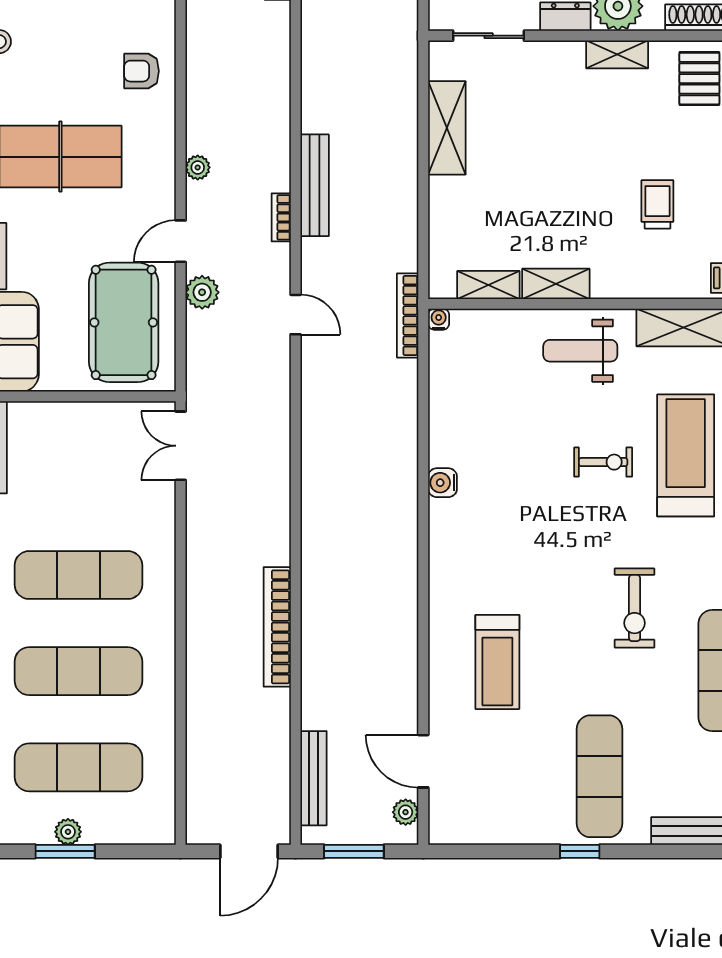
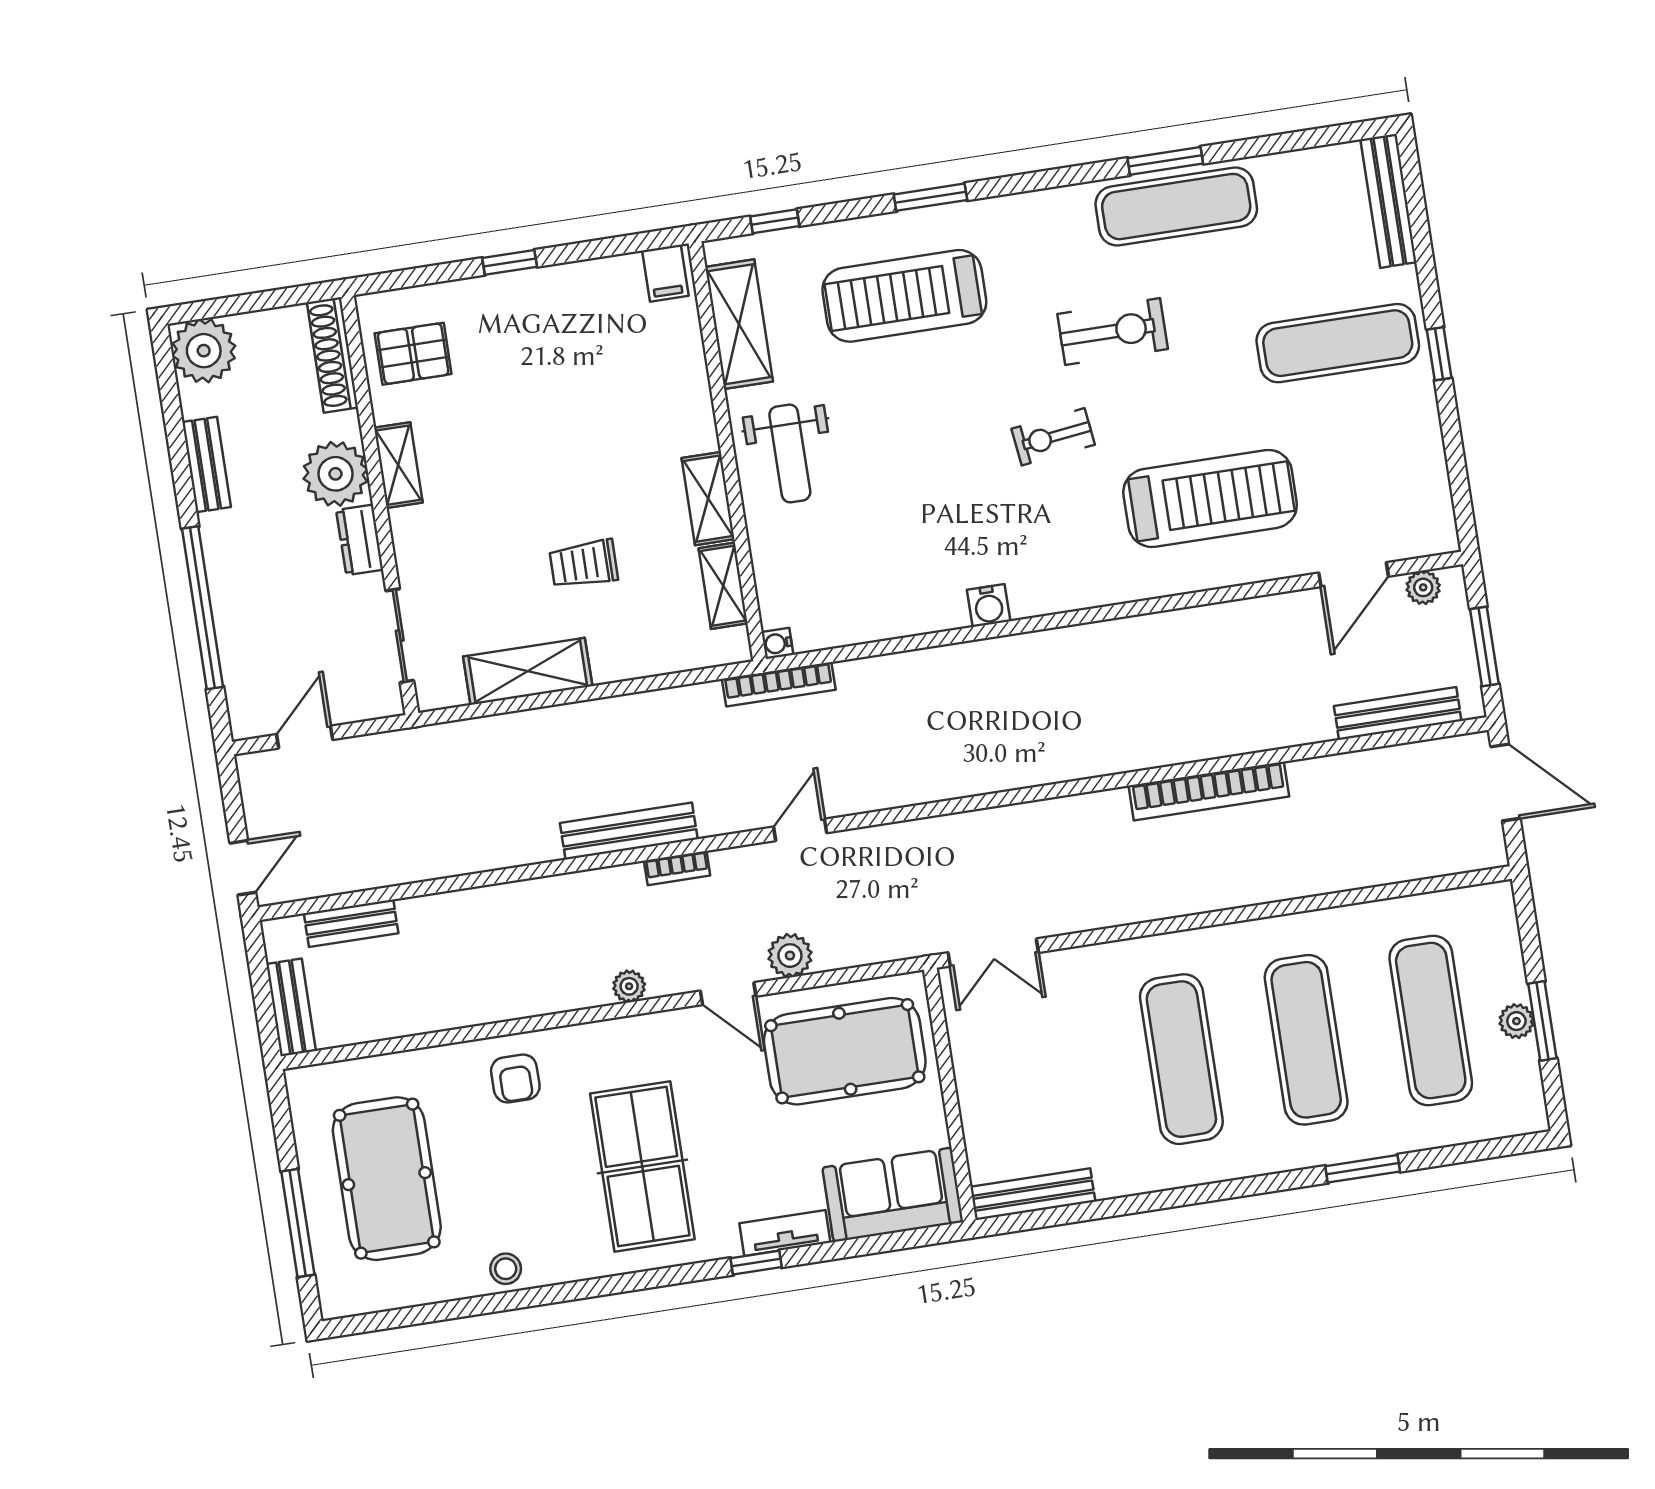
trolley: (657, 204) -> (584, 564), moved
exercise bike: (603, 462) -> (1053, 437), moved, turned -97
treadmill: (497, 662) -> (1210, 498), width x1.37, depth x1.37

